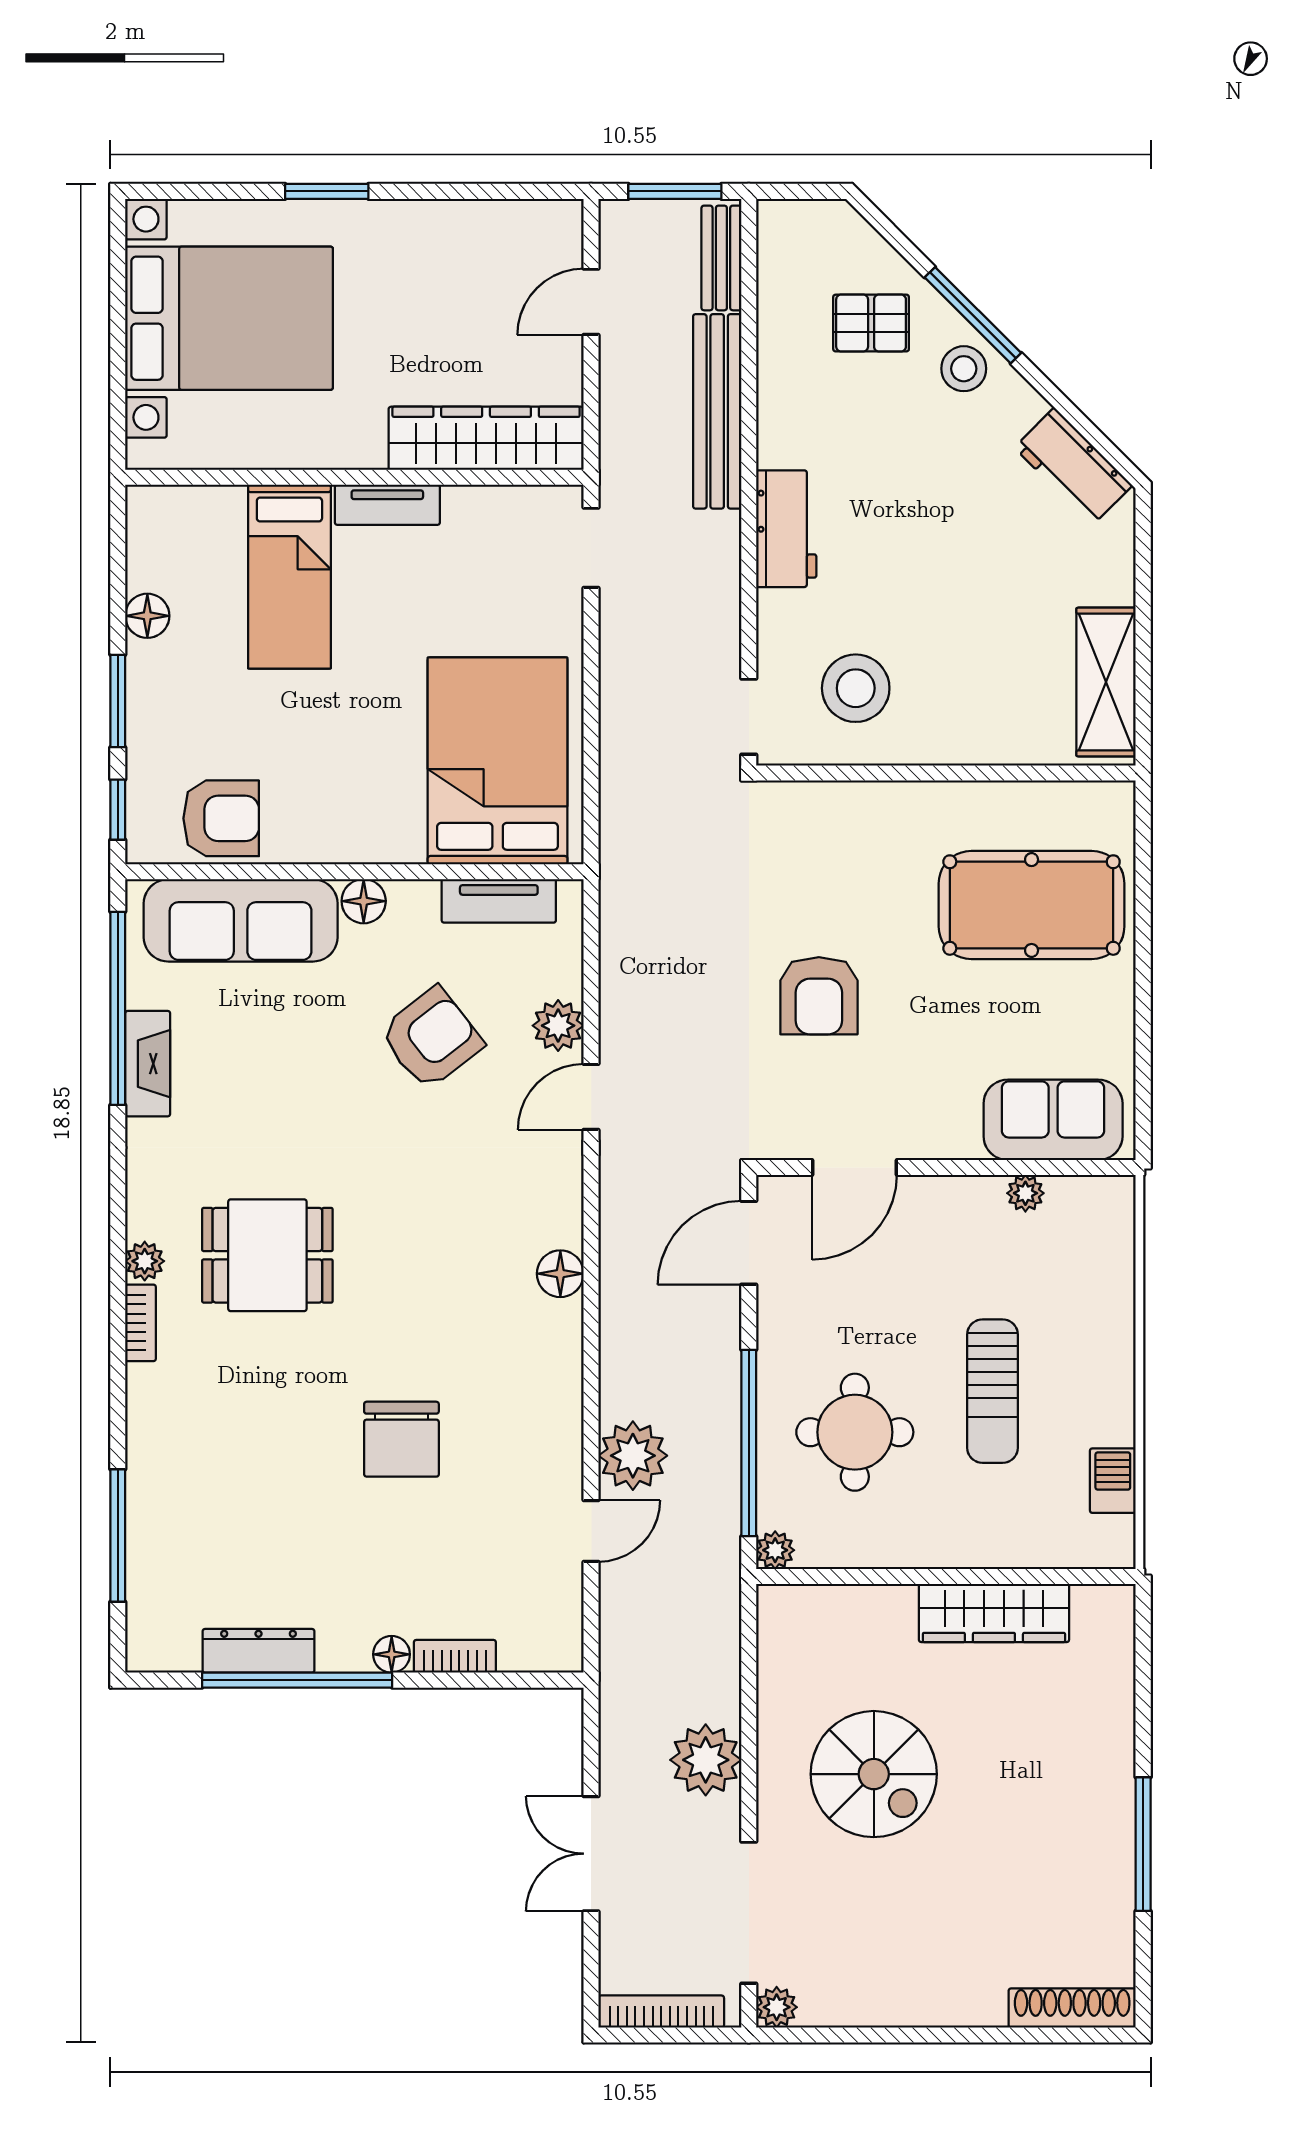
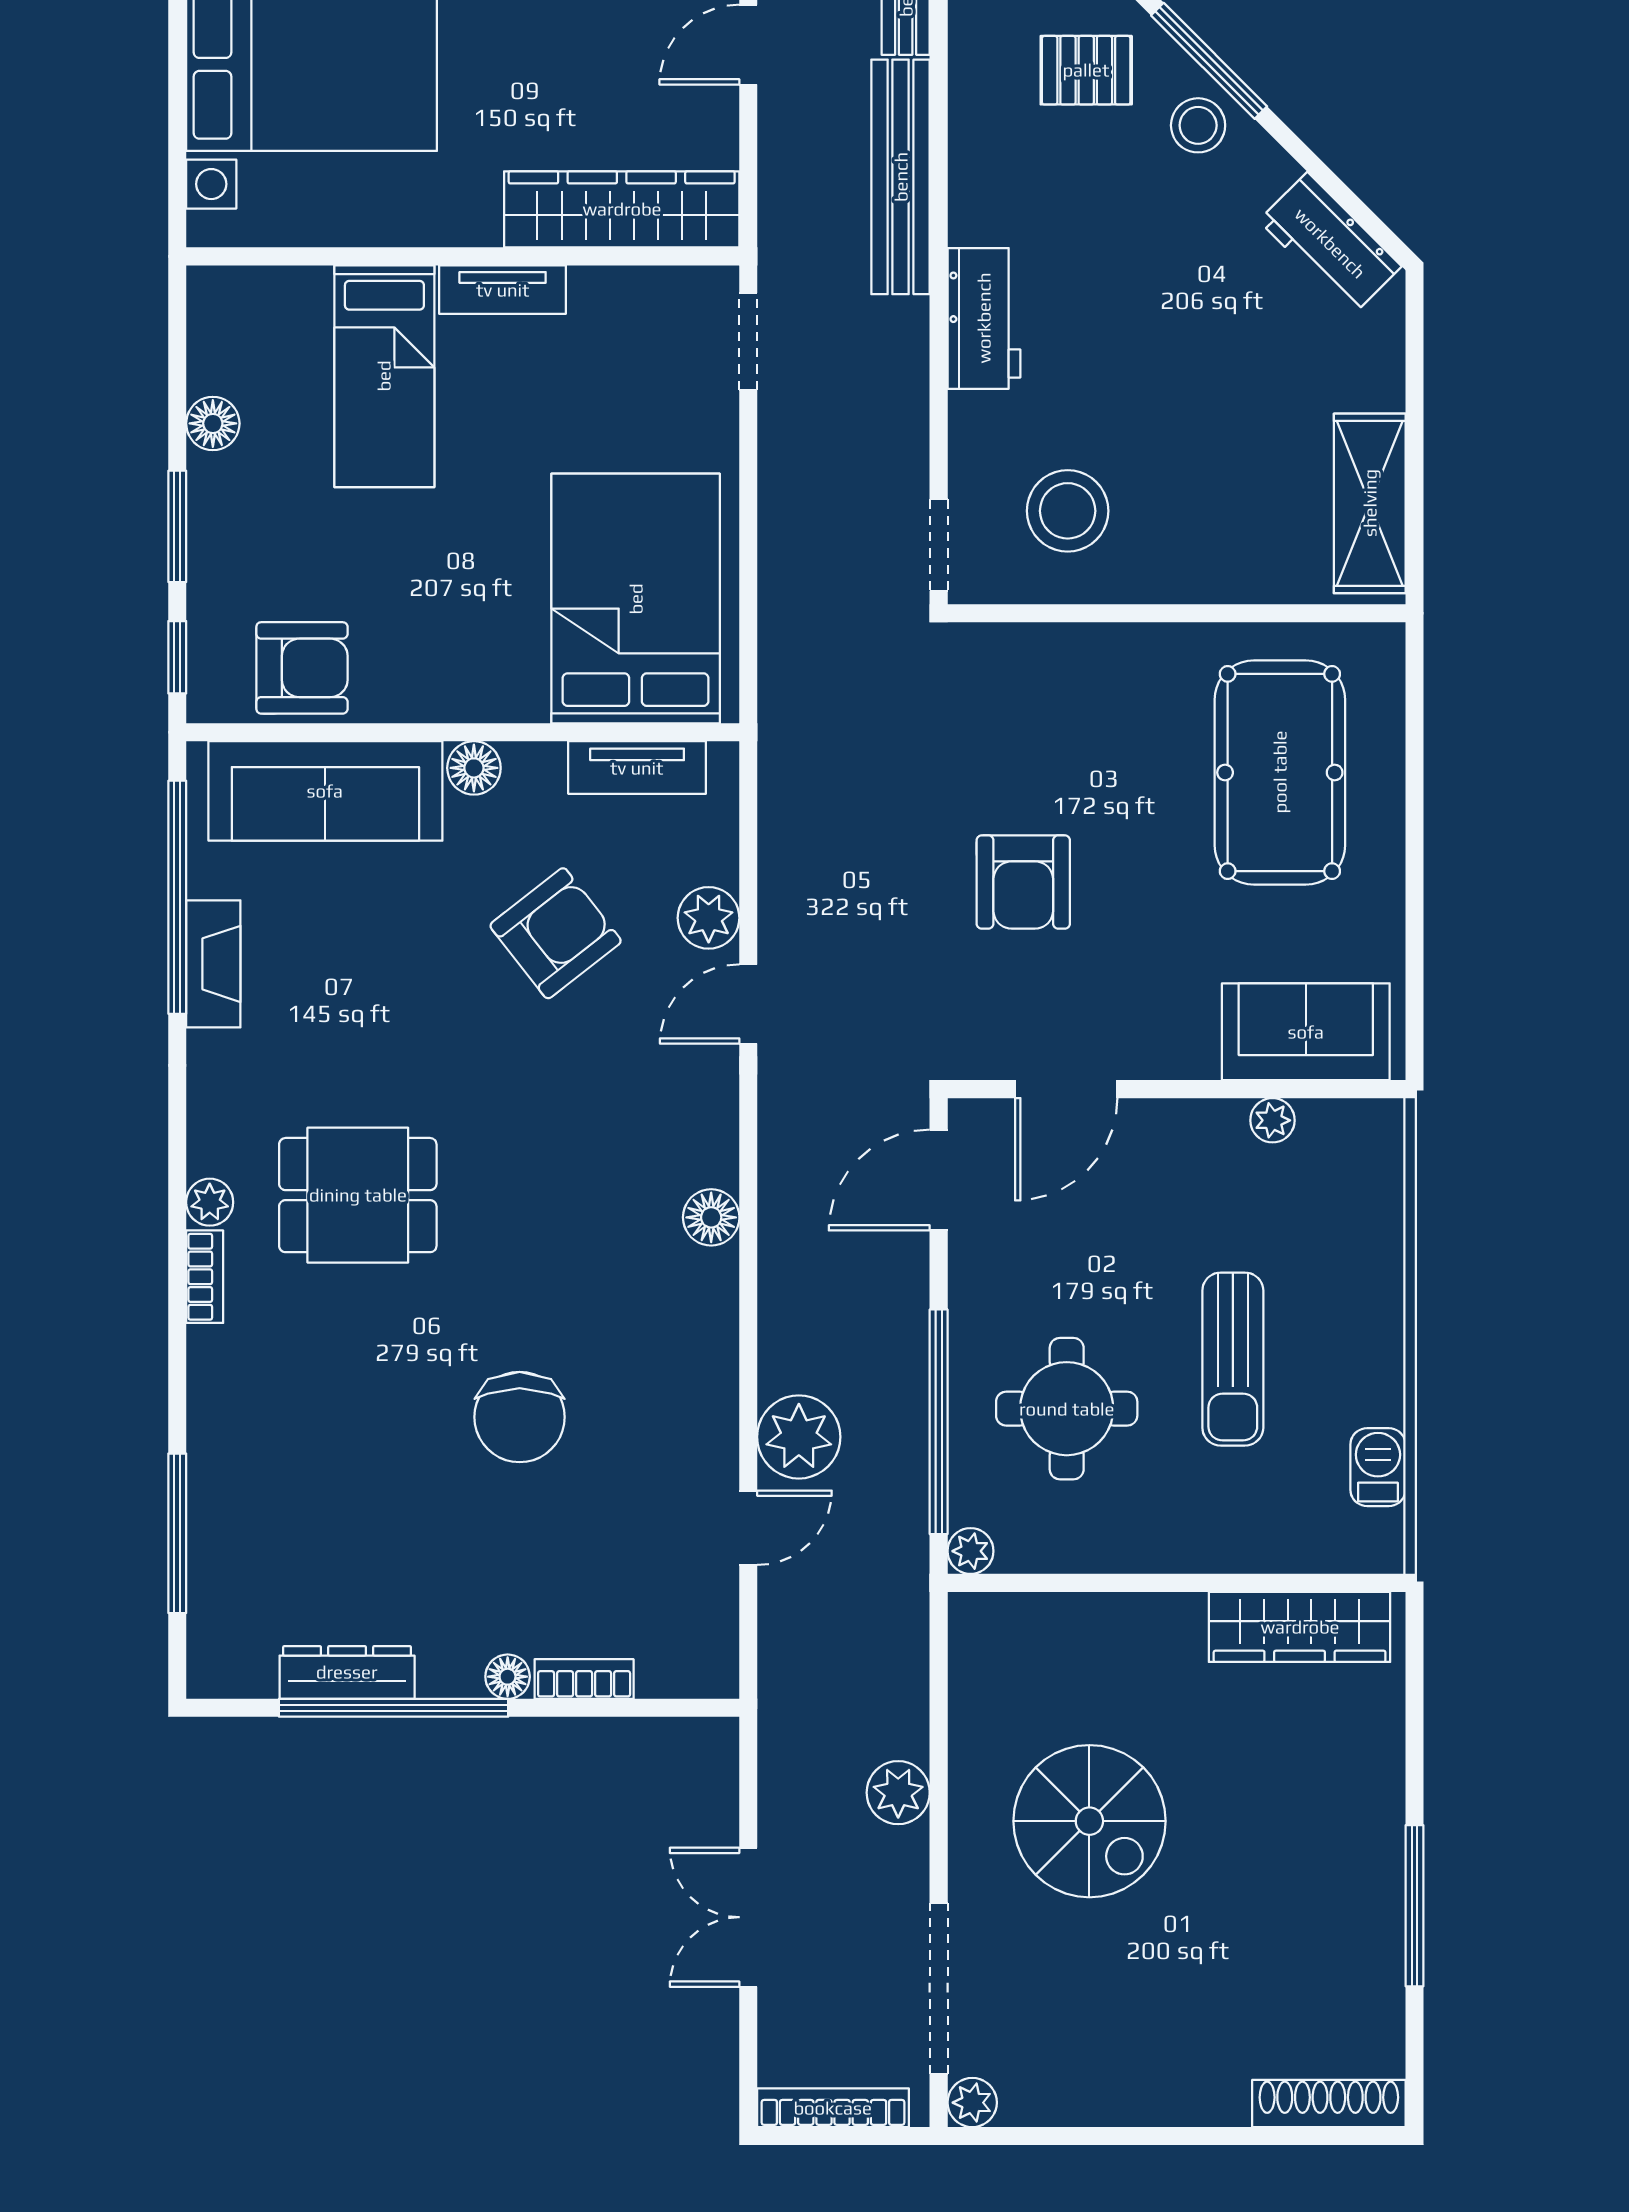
pool table: (1032, 905) -> (1280, 772), turned 90
wardrobe: (994, 1613) -> (1300, 1627), moved
plant: (706, 1760) -> (898, 1793), width x0.73, depth x0.73

